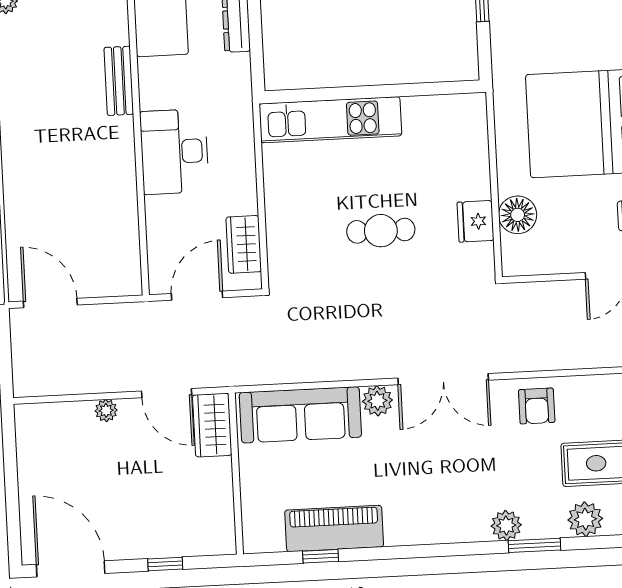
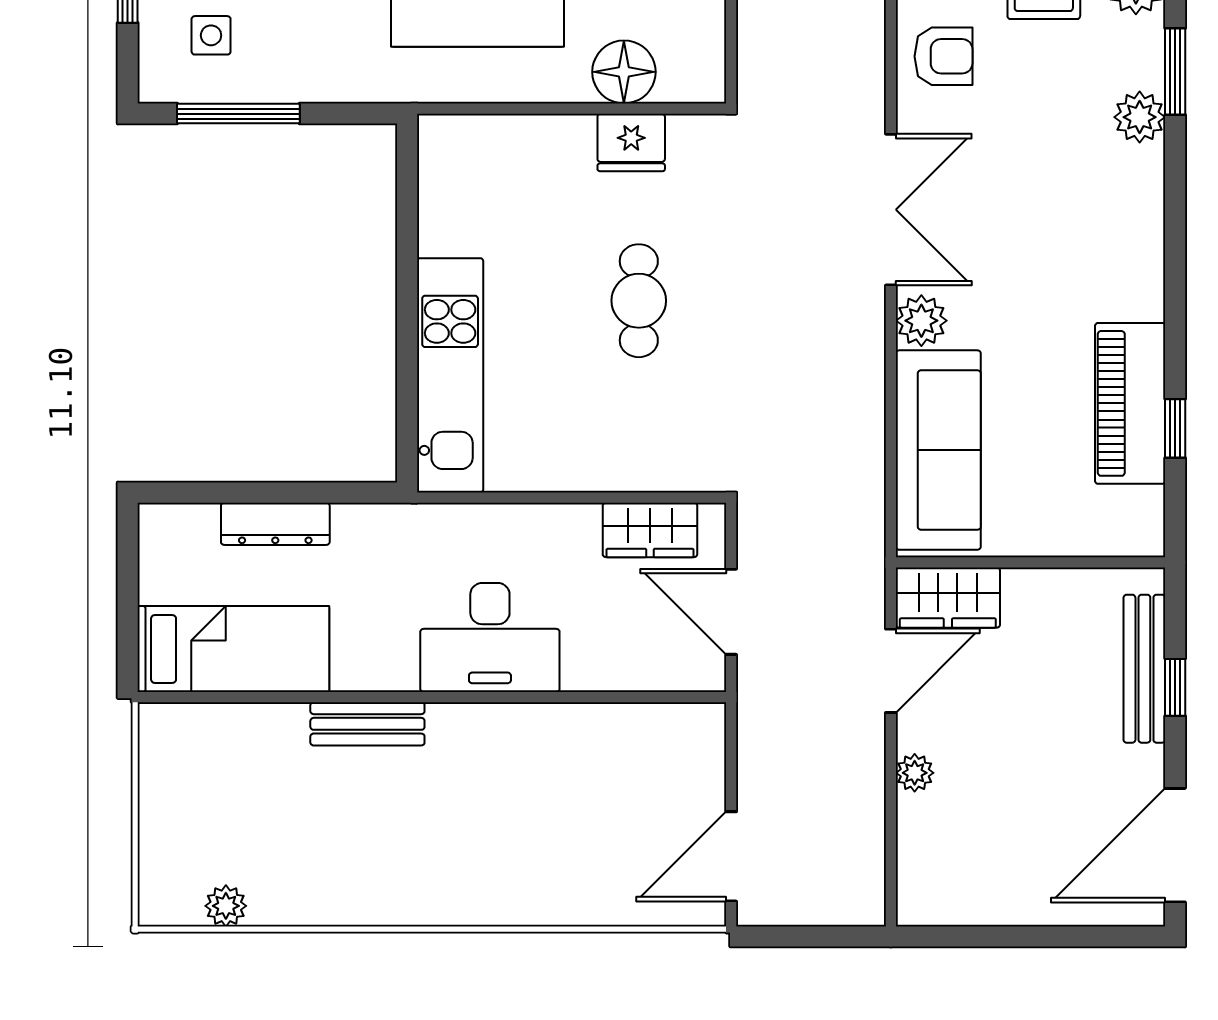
bench: (175, 545) -> (1144, 669), added

